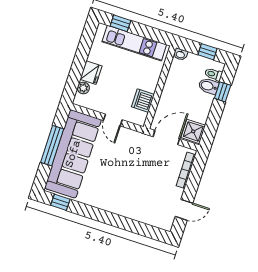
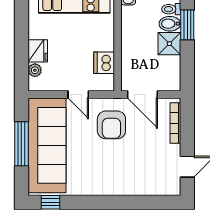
window: (223, 92) -> (187, 25), width x1.50
shower: (193, 131) -> (169, 44), moved
door: (166, 138) -> (143, 95), swing flipped
armchair: (132, 154) -> (111, 125), added

